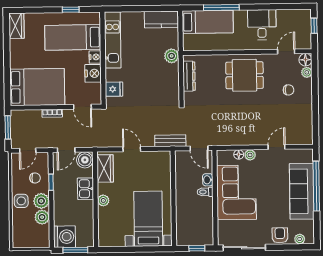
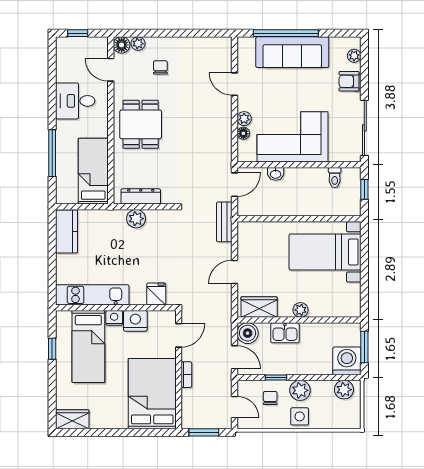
bed: (208, 22) -> (93, 171), moved
plant: (172, 56) -> (136, 219), moved
toilet: (205, 192) -> (335, 178), moved
plant: (42, 217) -> (344, 390), moved

